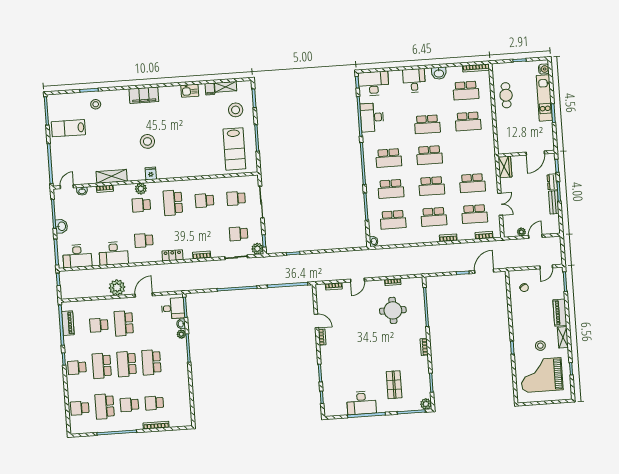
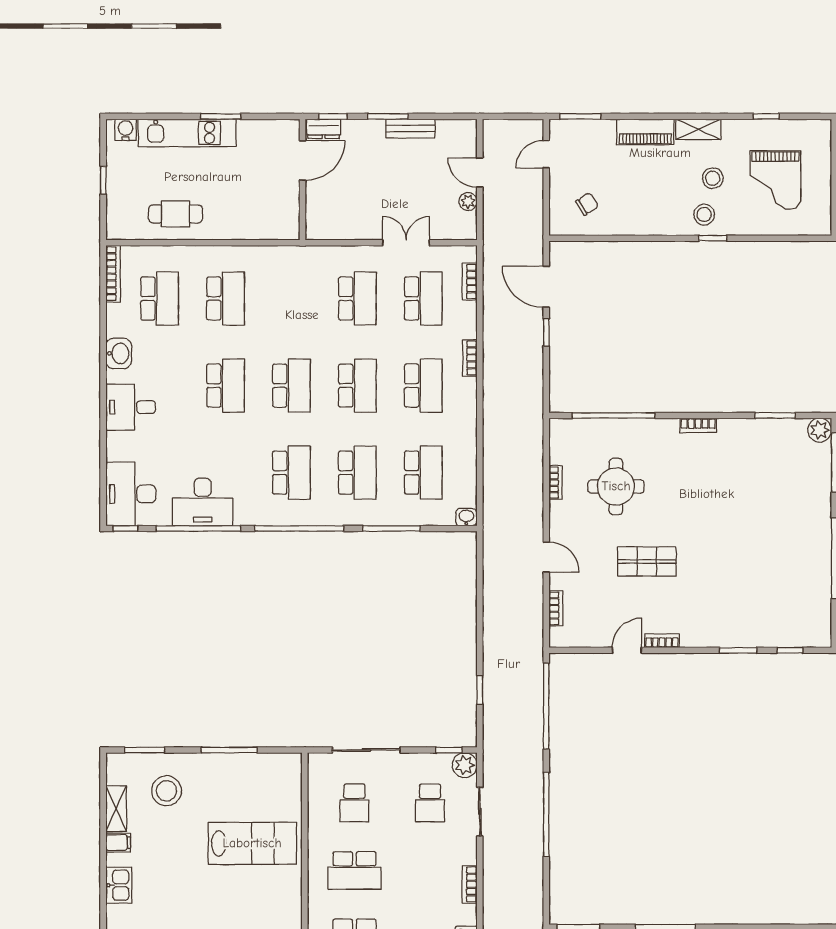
lab bench: (234, 149) -> (252, 843), moved
door: (535, 153) -> (303, 160), hinge flipped
wardrobe: (505, 167) -> (328, 227), removed
dresser: (552, 182) -> (324, 129), moved
school desk: (204, 201) -> (354, 870), width x1.85
door: (546, 267) -> (546, 154), swing flipped
stool: (523, 343) -> (704, 215), added
grand piano: (542, 375) -> (775, 180), width x0.73, depth x0.68
shop shelf: (394, 385) -> (647, 561), moved
desk: (361, 403) -> (808, 567), removed

